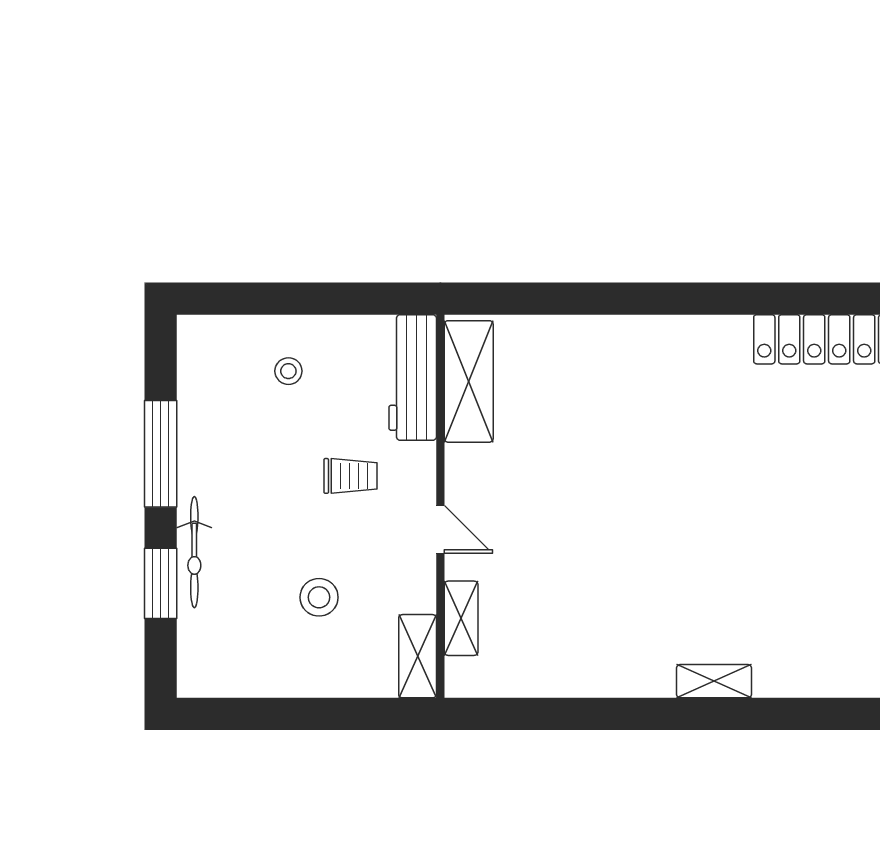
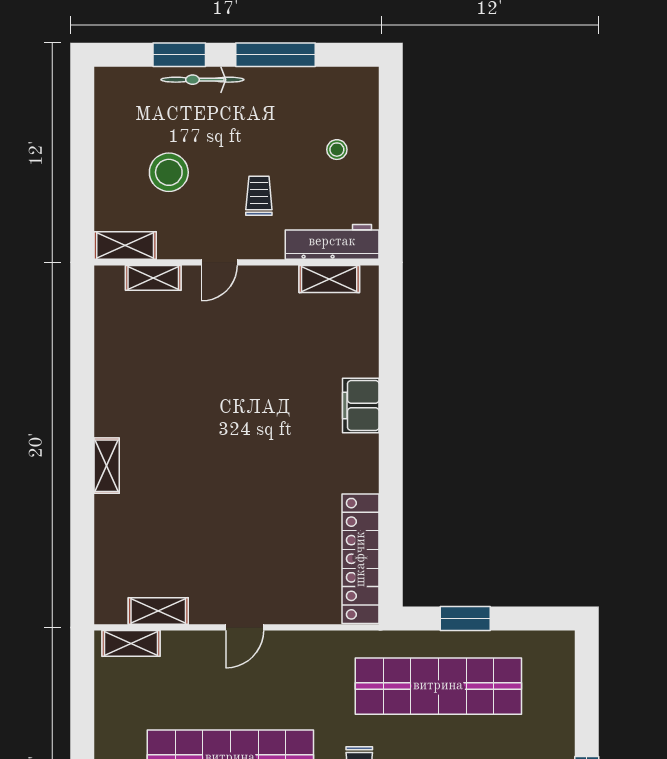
filing cabinet: (633, 339) -> (361, 406), added
shelving: (469, 381) -> (329, 279), width x0.67, depth x0.75
trolley: (351, 476) -> (259, 196), turned 180
stool: (319, 597) -> (169, 172), width x1.38, depth x1.38

